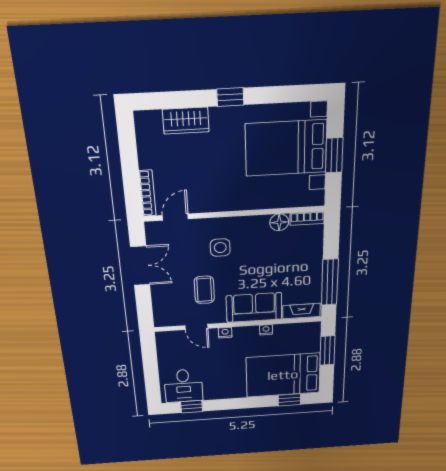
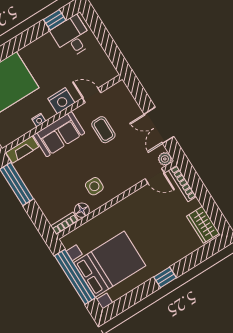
wardrobe: (186, 121) -> (203, 225), moved, turned -90
window: (334, 155) -> (75, 277), width x2.11
door: (175, 217) -> (155, 176), hinge flipped
plant: (153, 229) -> (165, 159), added
side table: (220, 248) -> (94, 186), moved
nightstand: (225, 333) -> (61, 101), width x1.89, depth x1.79

